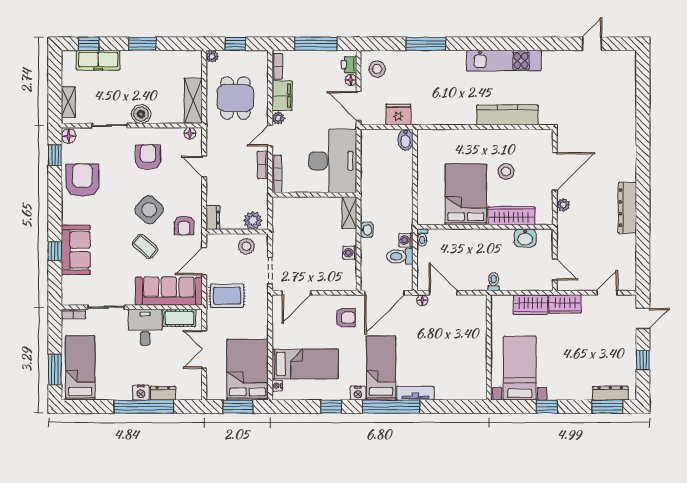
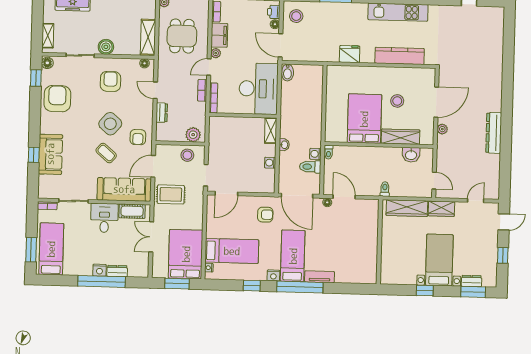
fridge: (398, 115) -> (350, 54), moved
bidet: (406, 140) -> (288, 72), moved
dresser: (213, 218) -> (162, 113), moved
door: (384, 293) -> (297, 196), hinge flipped
wardrobe: (530, 305) -> (407, 208), width x1.50
bed with nightstands: (520, 368) -> (439, 260), moved
dresser: (610, 393) -> (472, 281), width x0.70

